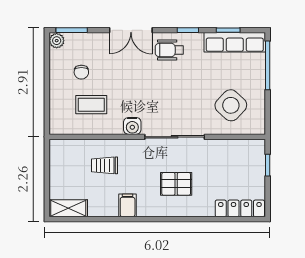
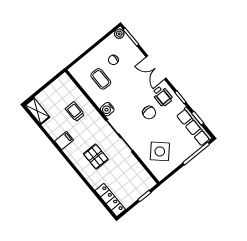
wheelchair: (169, 50) -> (162, 96), turned 180
chair: (176, 81) -> (149, 113), added

